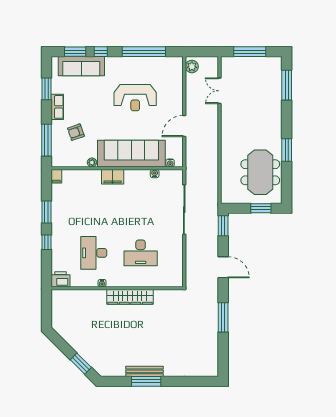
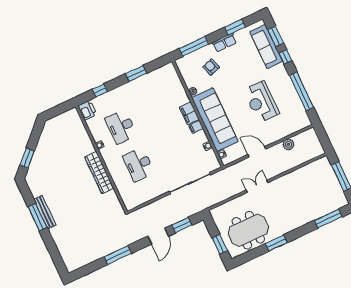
plant: (192, 67) -> (288, 144), moved
double door: (220, 91) -> (257, 186), moved
filing cabinet: (56, 176) -> (196, 127), moved
window: (223, 226) -> (182, 225), moved
window: (47, 242) -> (100, 90), moved
desk: (94, 253) -> (121, 127), turned -90

